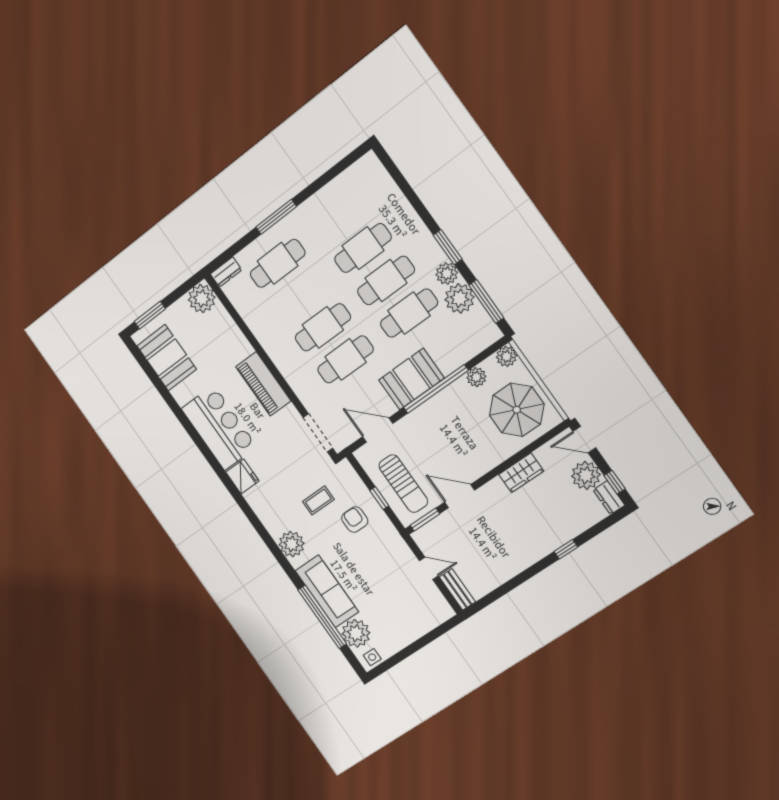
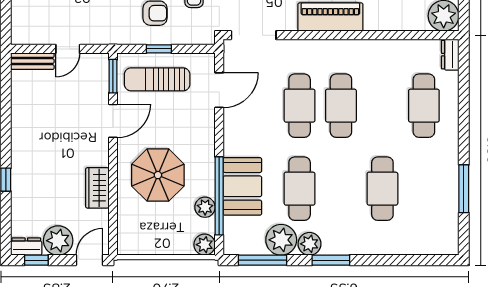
window: (276, 217) -> (464, 189), moved
cafe table: (386, 281) -> (341, 189), removed
booth: (411, 379) -> (242, 186), moved
window: (436, 389) -> (219, 196), moved
parasol: (517, 410) -> (158, 175), moved

